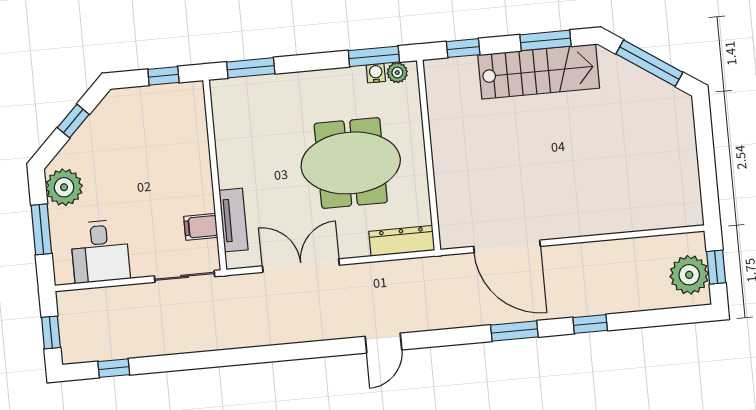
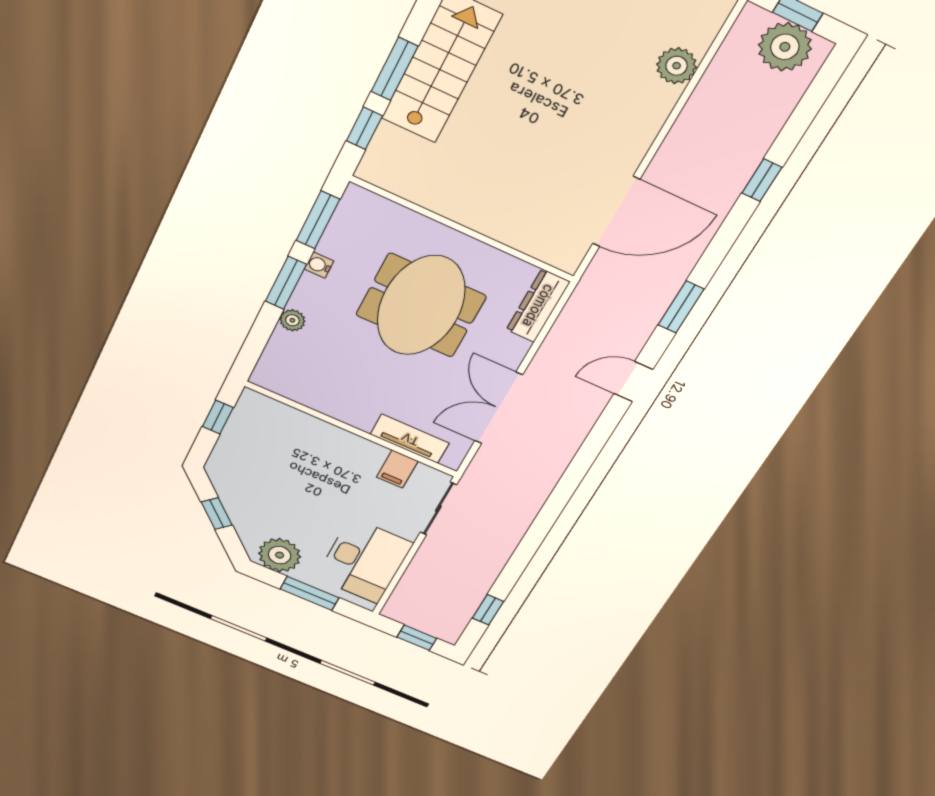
window: (545, 40) -> (395, 69), moved
window: (251, 68) -> (286, 283), moved
water cooler: (376, 73) -> (319, 265), moved
plant: (397, 73) -> (292, 320), moved
plant: (634, 217) -> (677, 66), added
desk: (100, 251) -> (364, 561), width x1.37
window: (514, 331) -> (681, 307), moved
door: (383, 343) -> (633, 382), swing flipped

